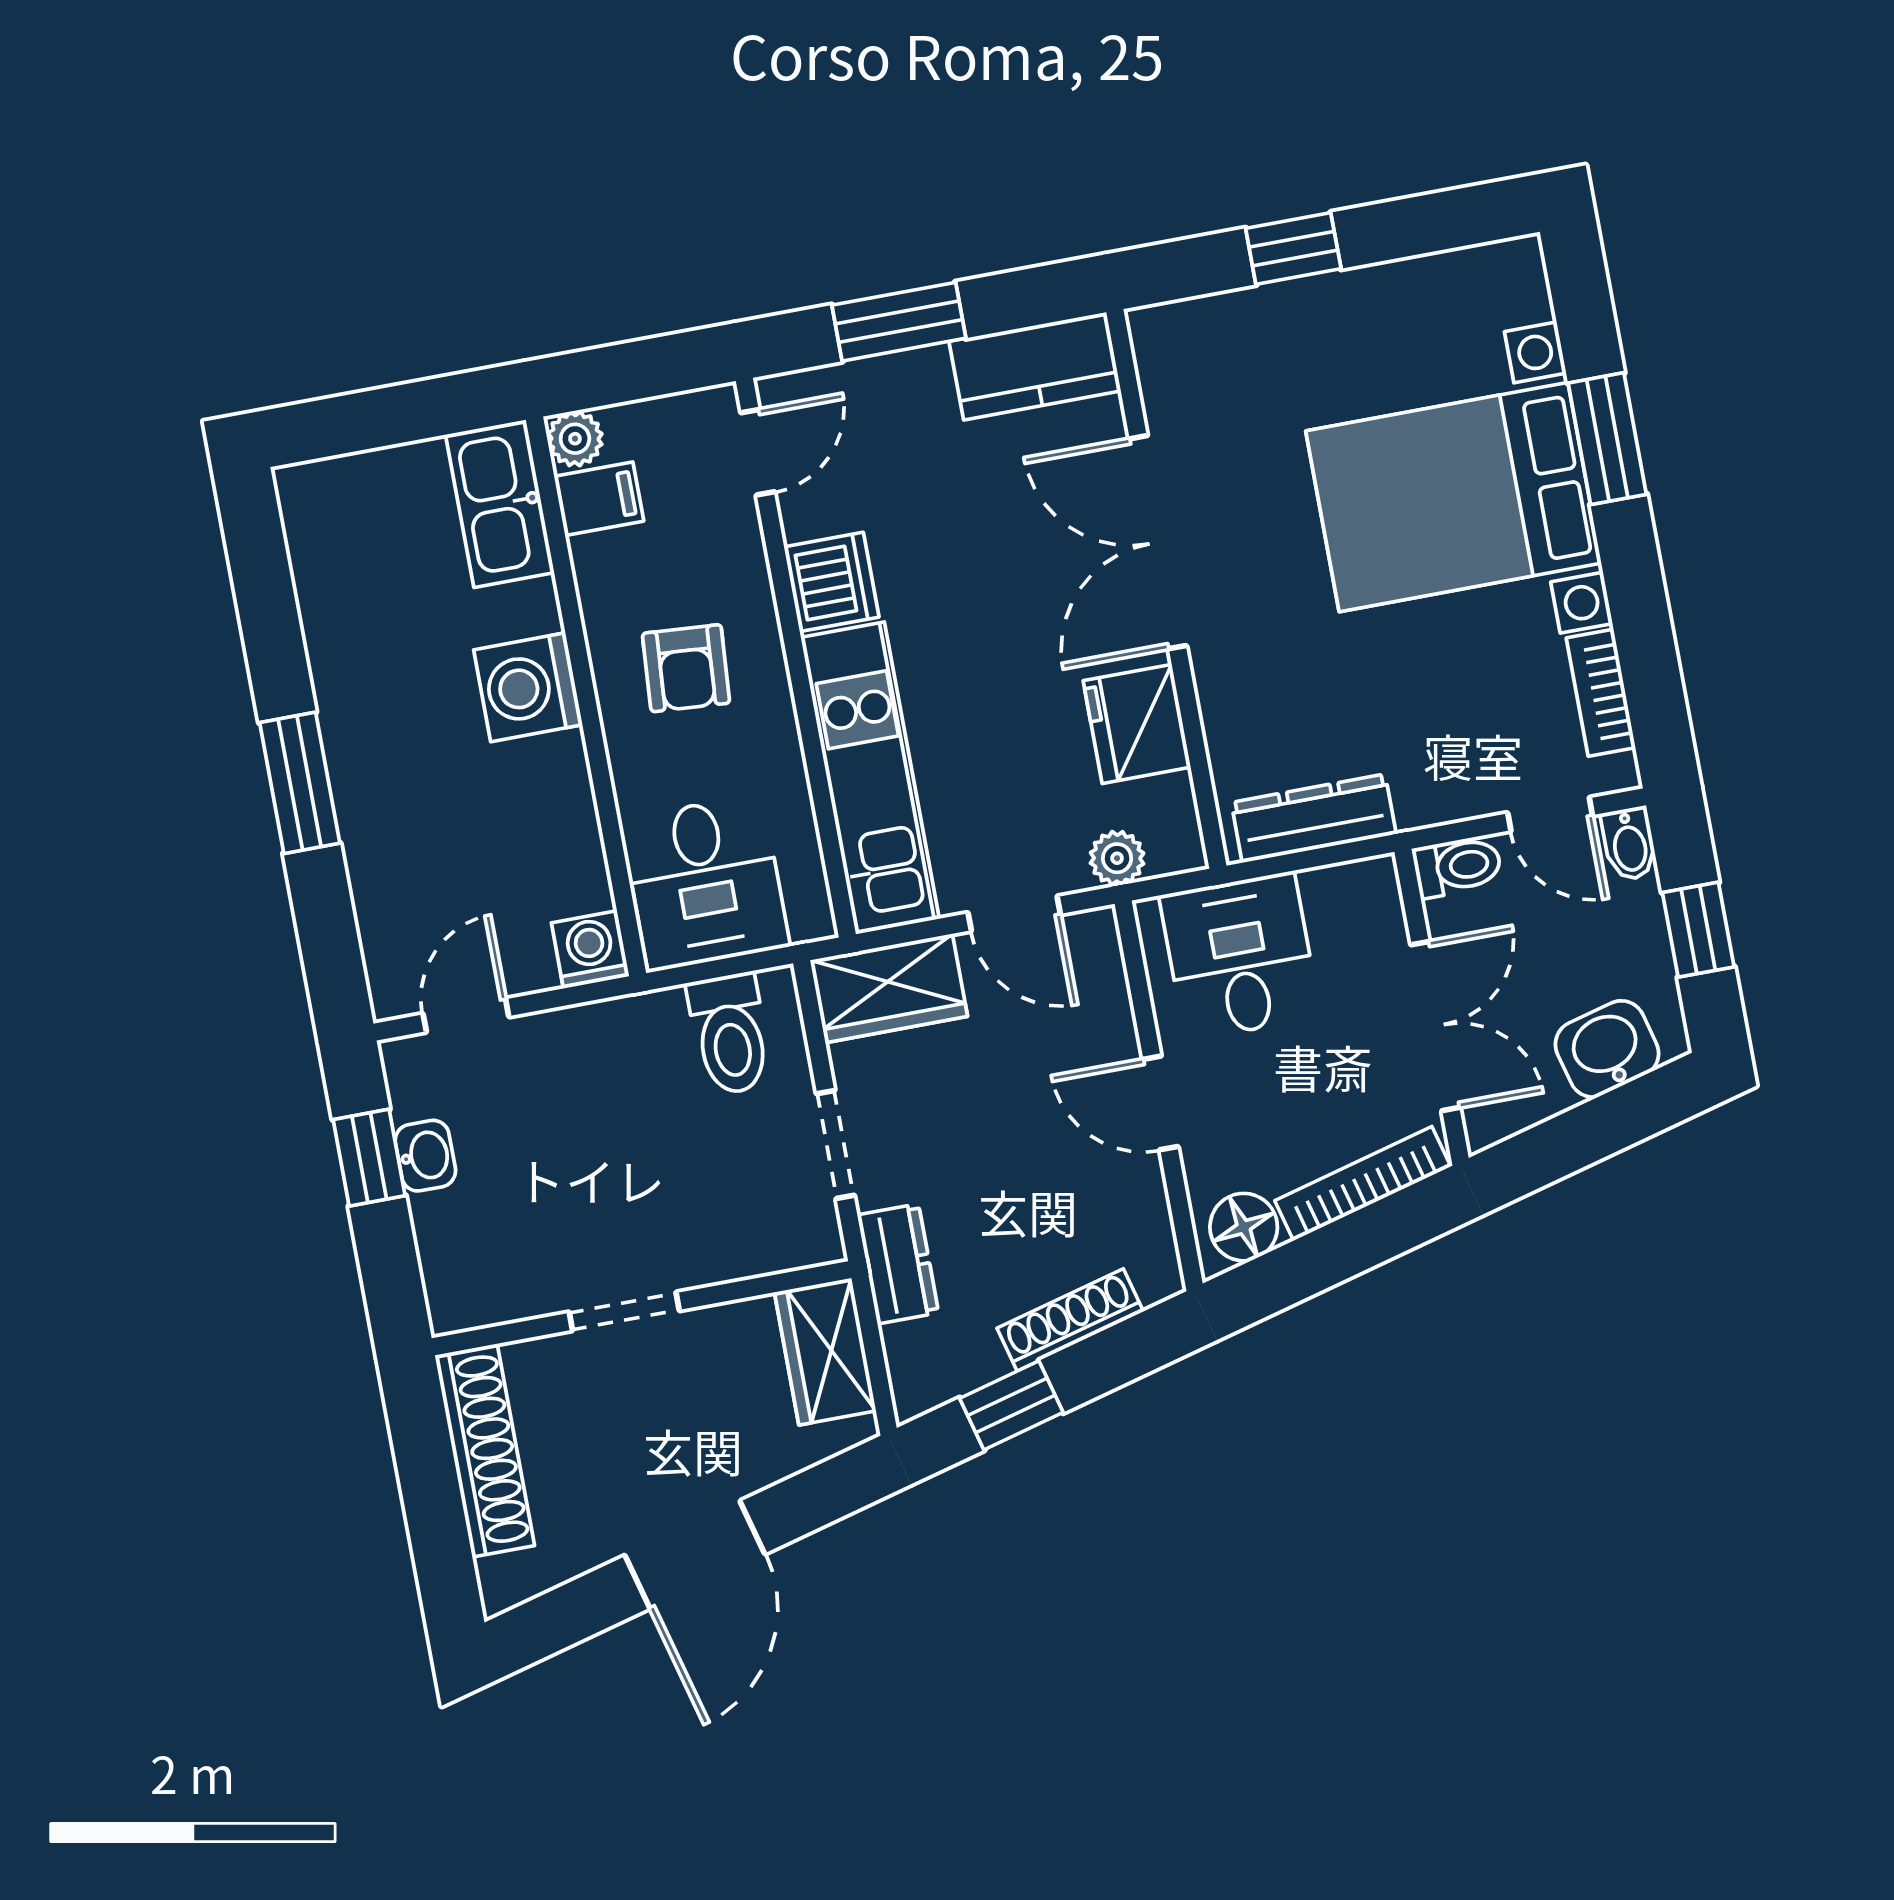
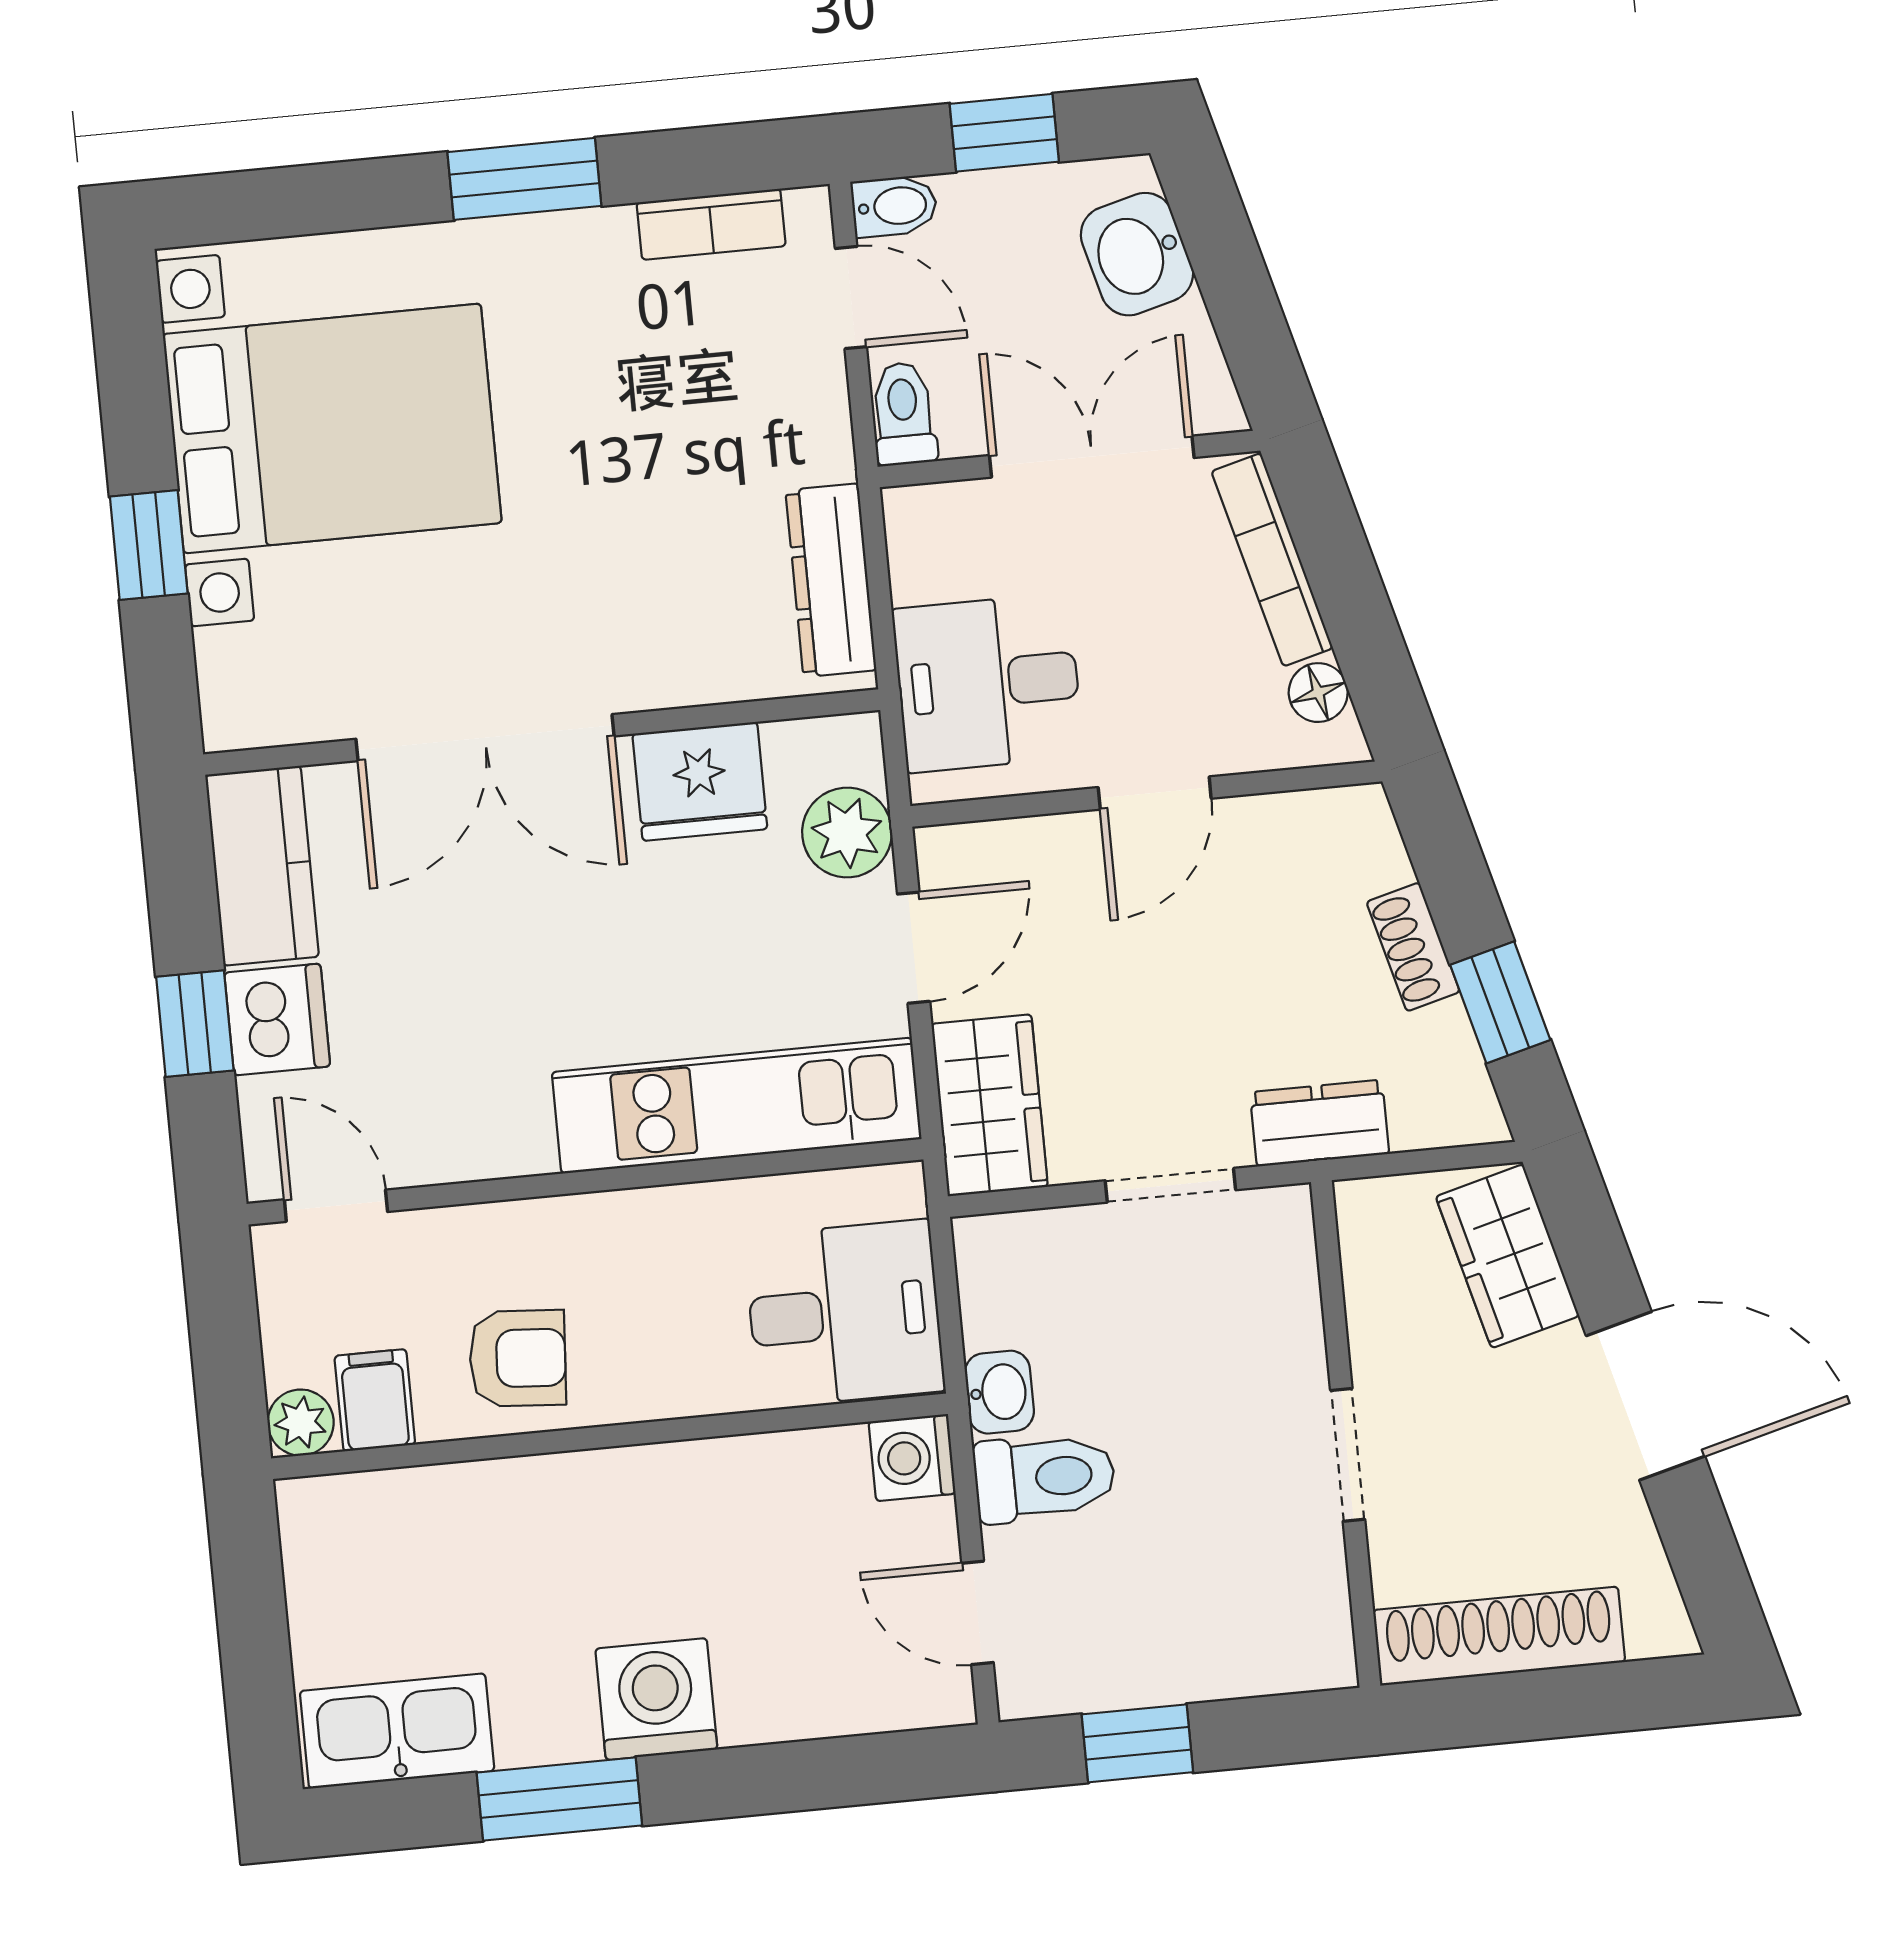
window: (899, 322) -> (195, 1024), width x0.67
window: (1607, 439) -> (524, 179), moved
bed with nightstands: (1454, 497) -> (332, 428), moved, turned -90
kitchen sink: (500, 504) -> (397, 1731), moved, turned 180
dishwasher: (832, 582) -> (277, 1019), moved, turned 90
armchair: (686, 668) -> (518, 1358), moved
washing machine: (528, 687) -> (656, 1699), moved, turned 180
window: (300, 783) -> (559, 1799), moved
door: (1550, 814) -> (851, 298), hinge flipped
plant: (1117, 858) -> (847, 833), width x1.38, depth x1.38
toilet: (730, 1034) -> (1044, 1477), moved
washbasin: (425, 1156) -> (999, 1392), moved, turned 90
floor lamp: (1244, 1227) -> (1318, 693), width x0.73, depth x0.73
shoe rack: (1070, 1320) -> (1413, 947), width x0.70
wardrobe: (825, 1352) -> (1508, 1256), moved, turned 75

